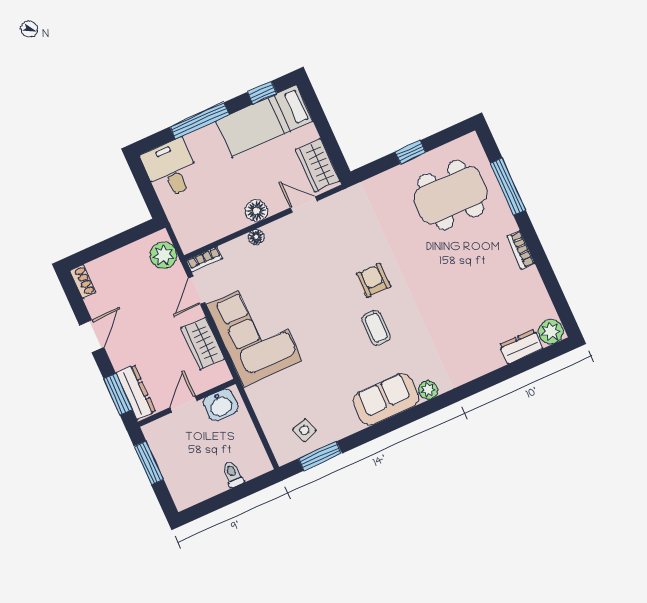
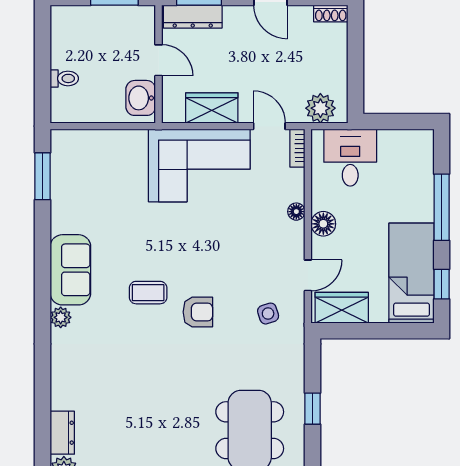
desk: (171, 169) -> (350, 158), moved, turned -90
side table: (304, 430) -> (268, 314), moved

